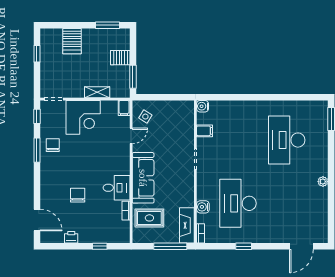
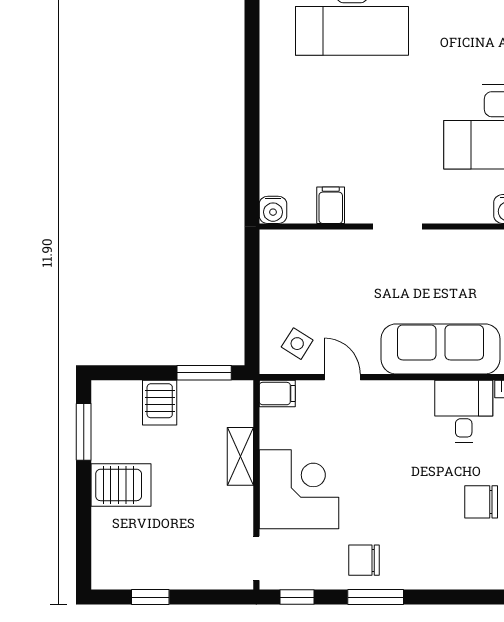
server rack: (72, 41) -> (121, 485), moved

